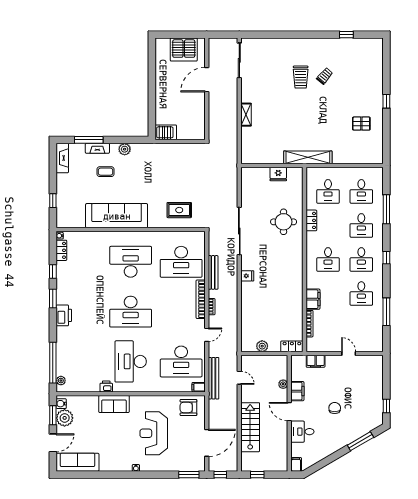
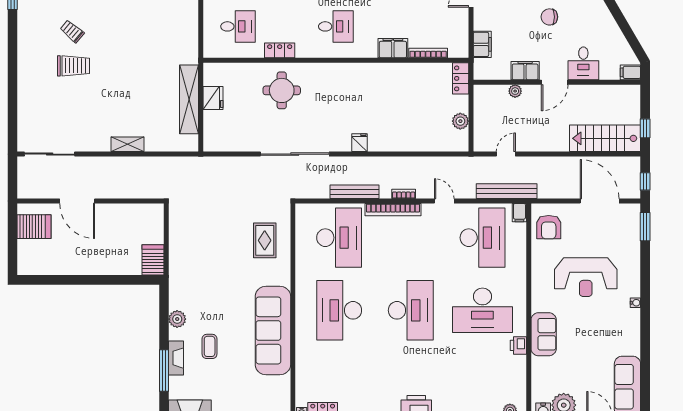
server rack: (184, 50) -> (34, 227), width x0.62
shelving: (308, 157) -> (189, 99), moved
stairs: (250, 427) -> (605, 138), moved

